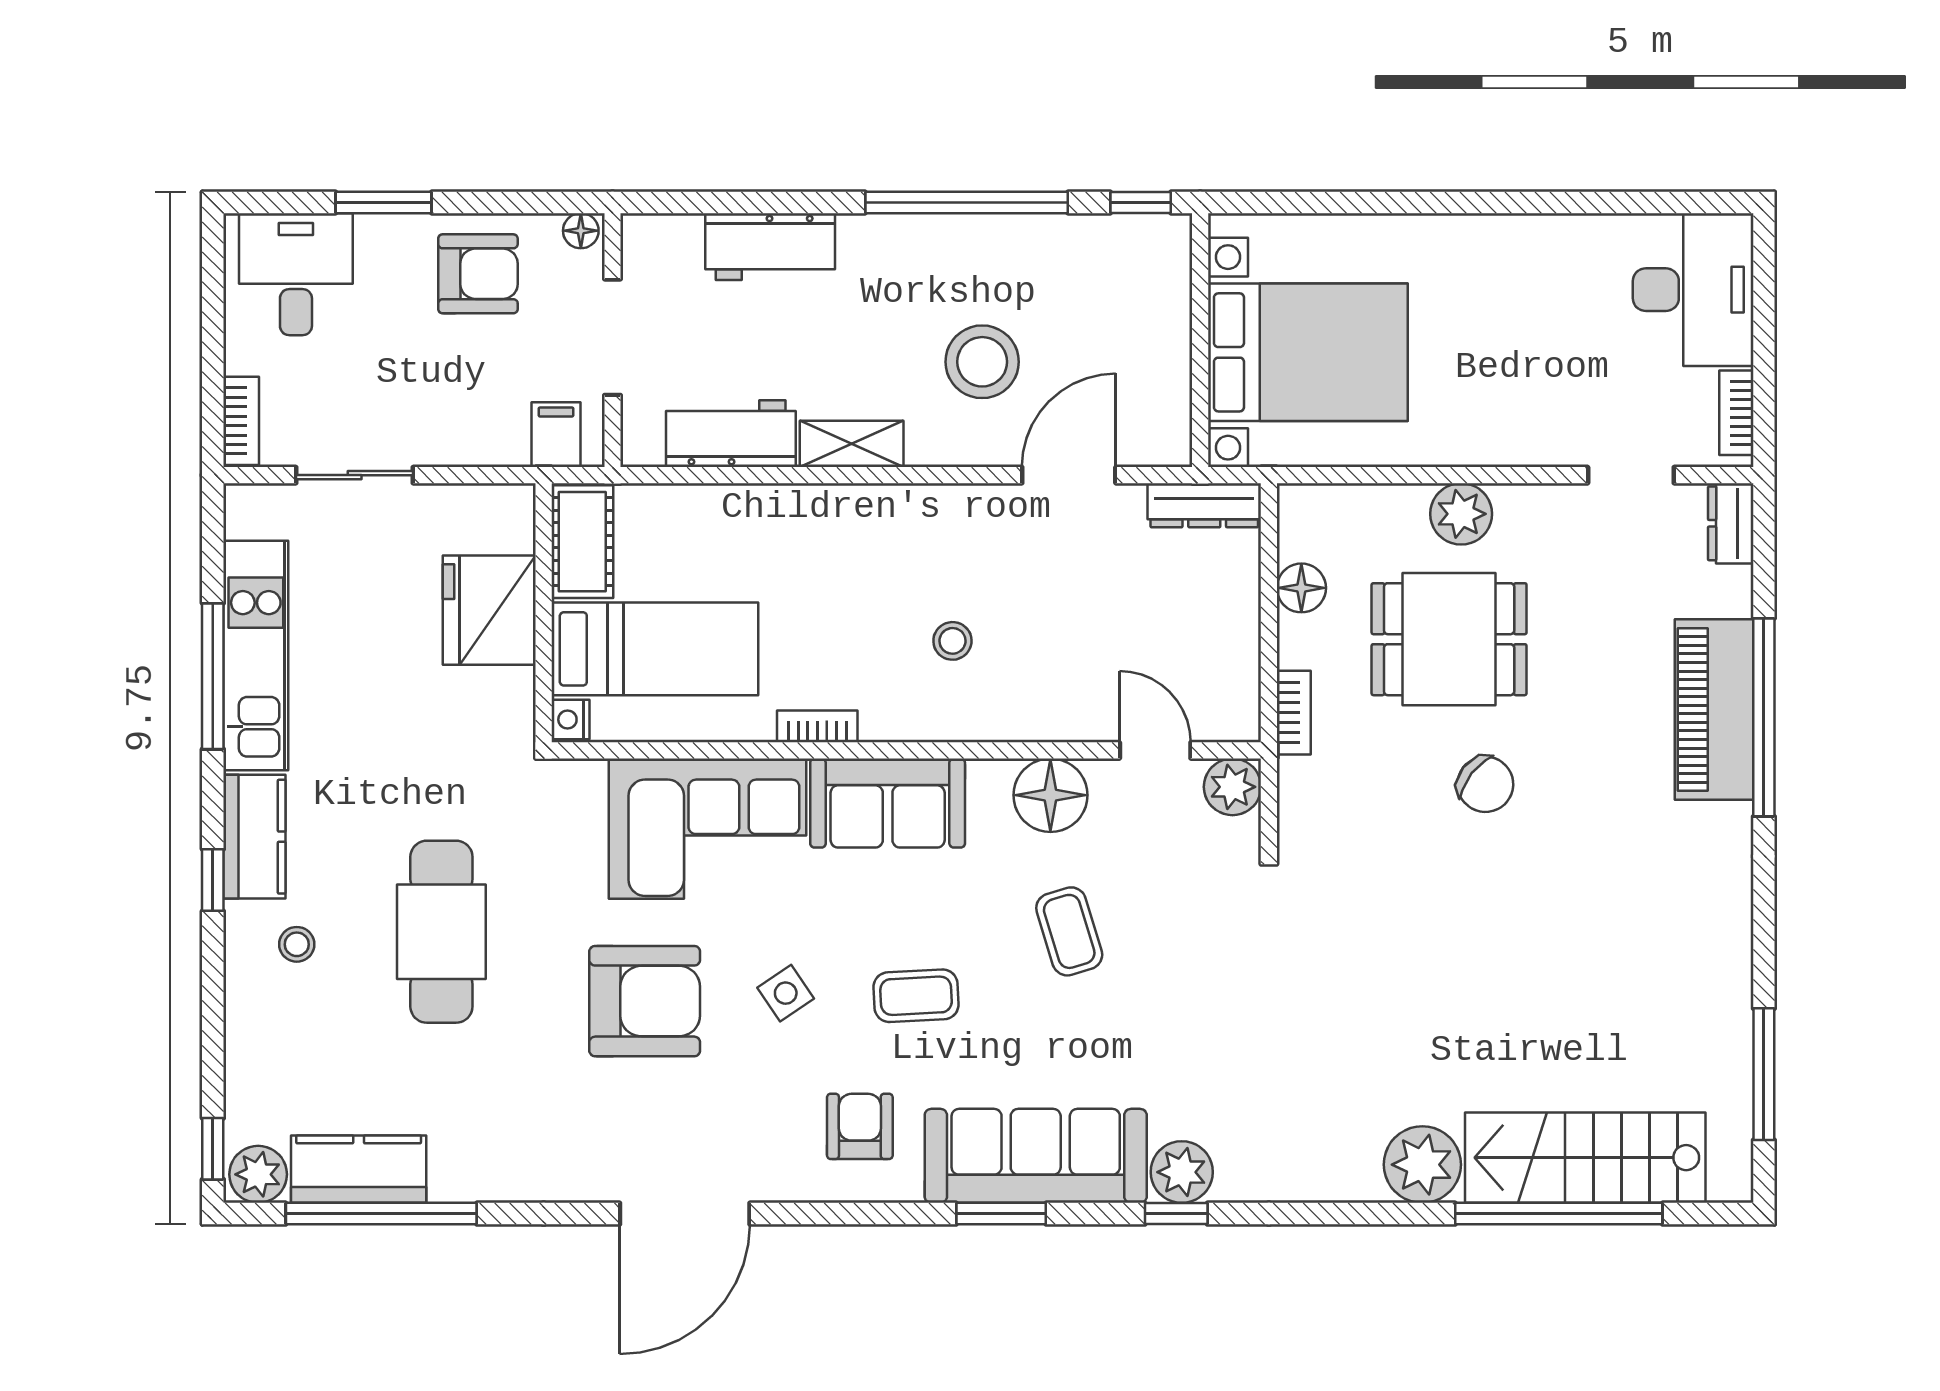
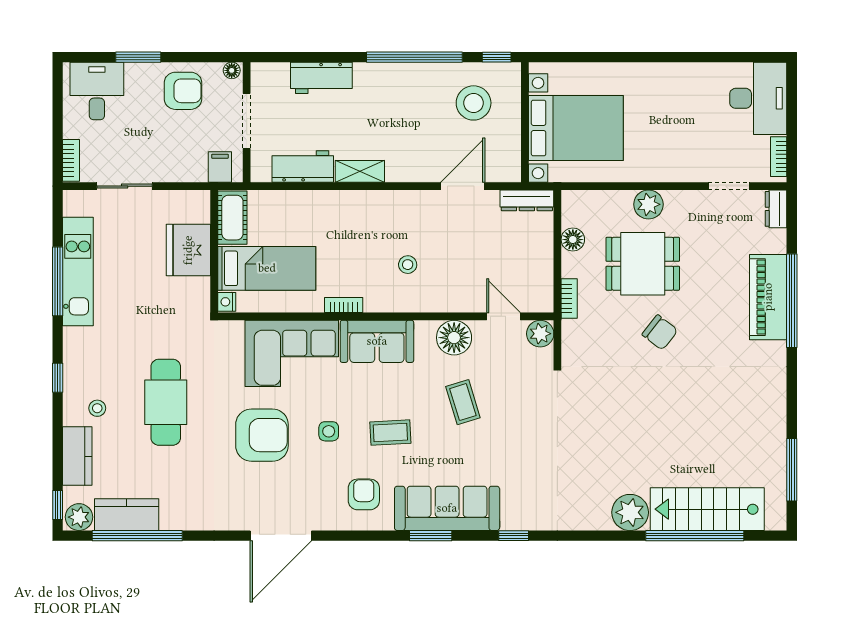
stool: (982, 362) -> (474, 103), moved
kitchen counter: (254, 837) -> (77, 456), moved
side table: (786, 993) -> (329, 431), turned 34
plant: (1182, 1172) -> (516, 516), removed

